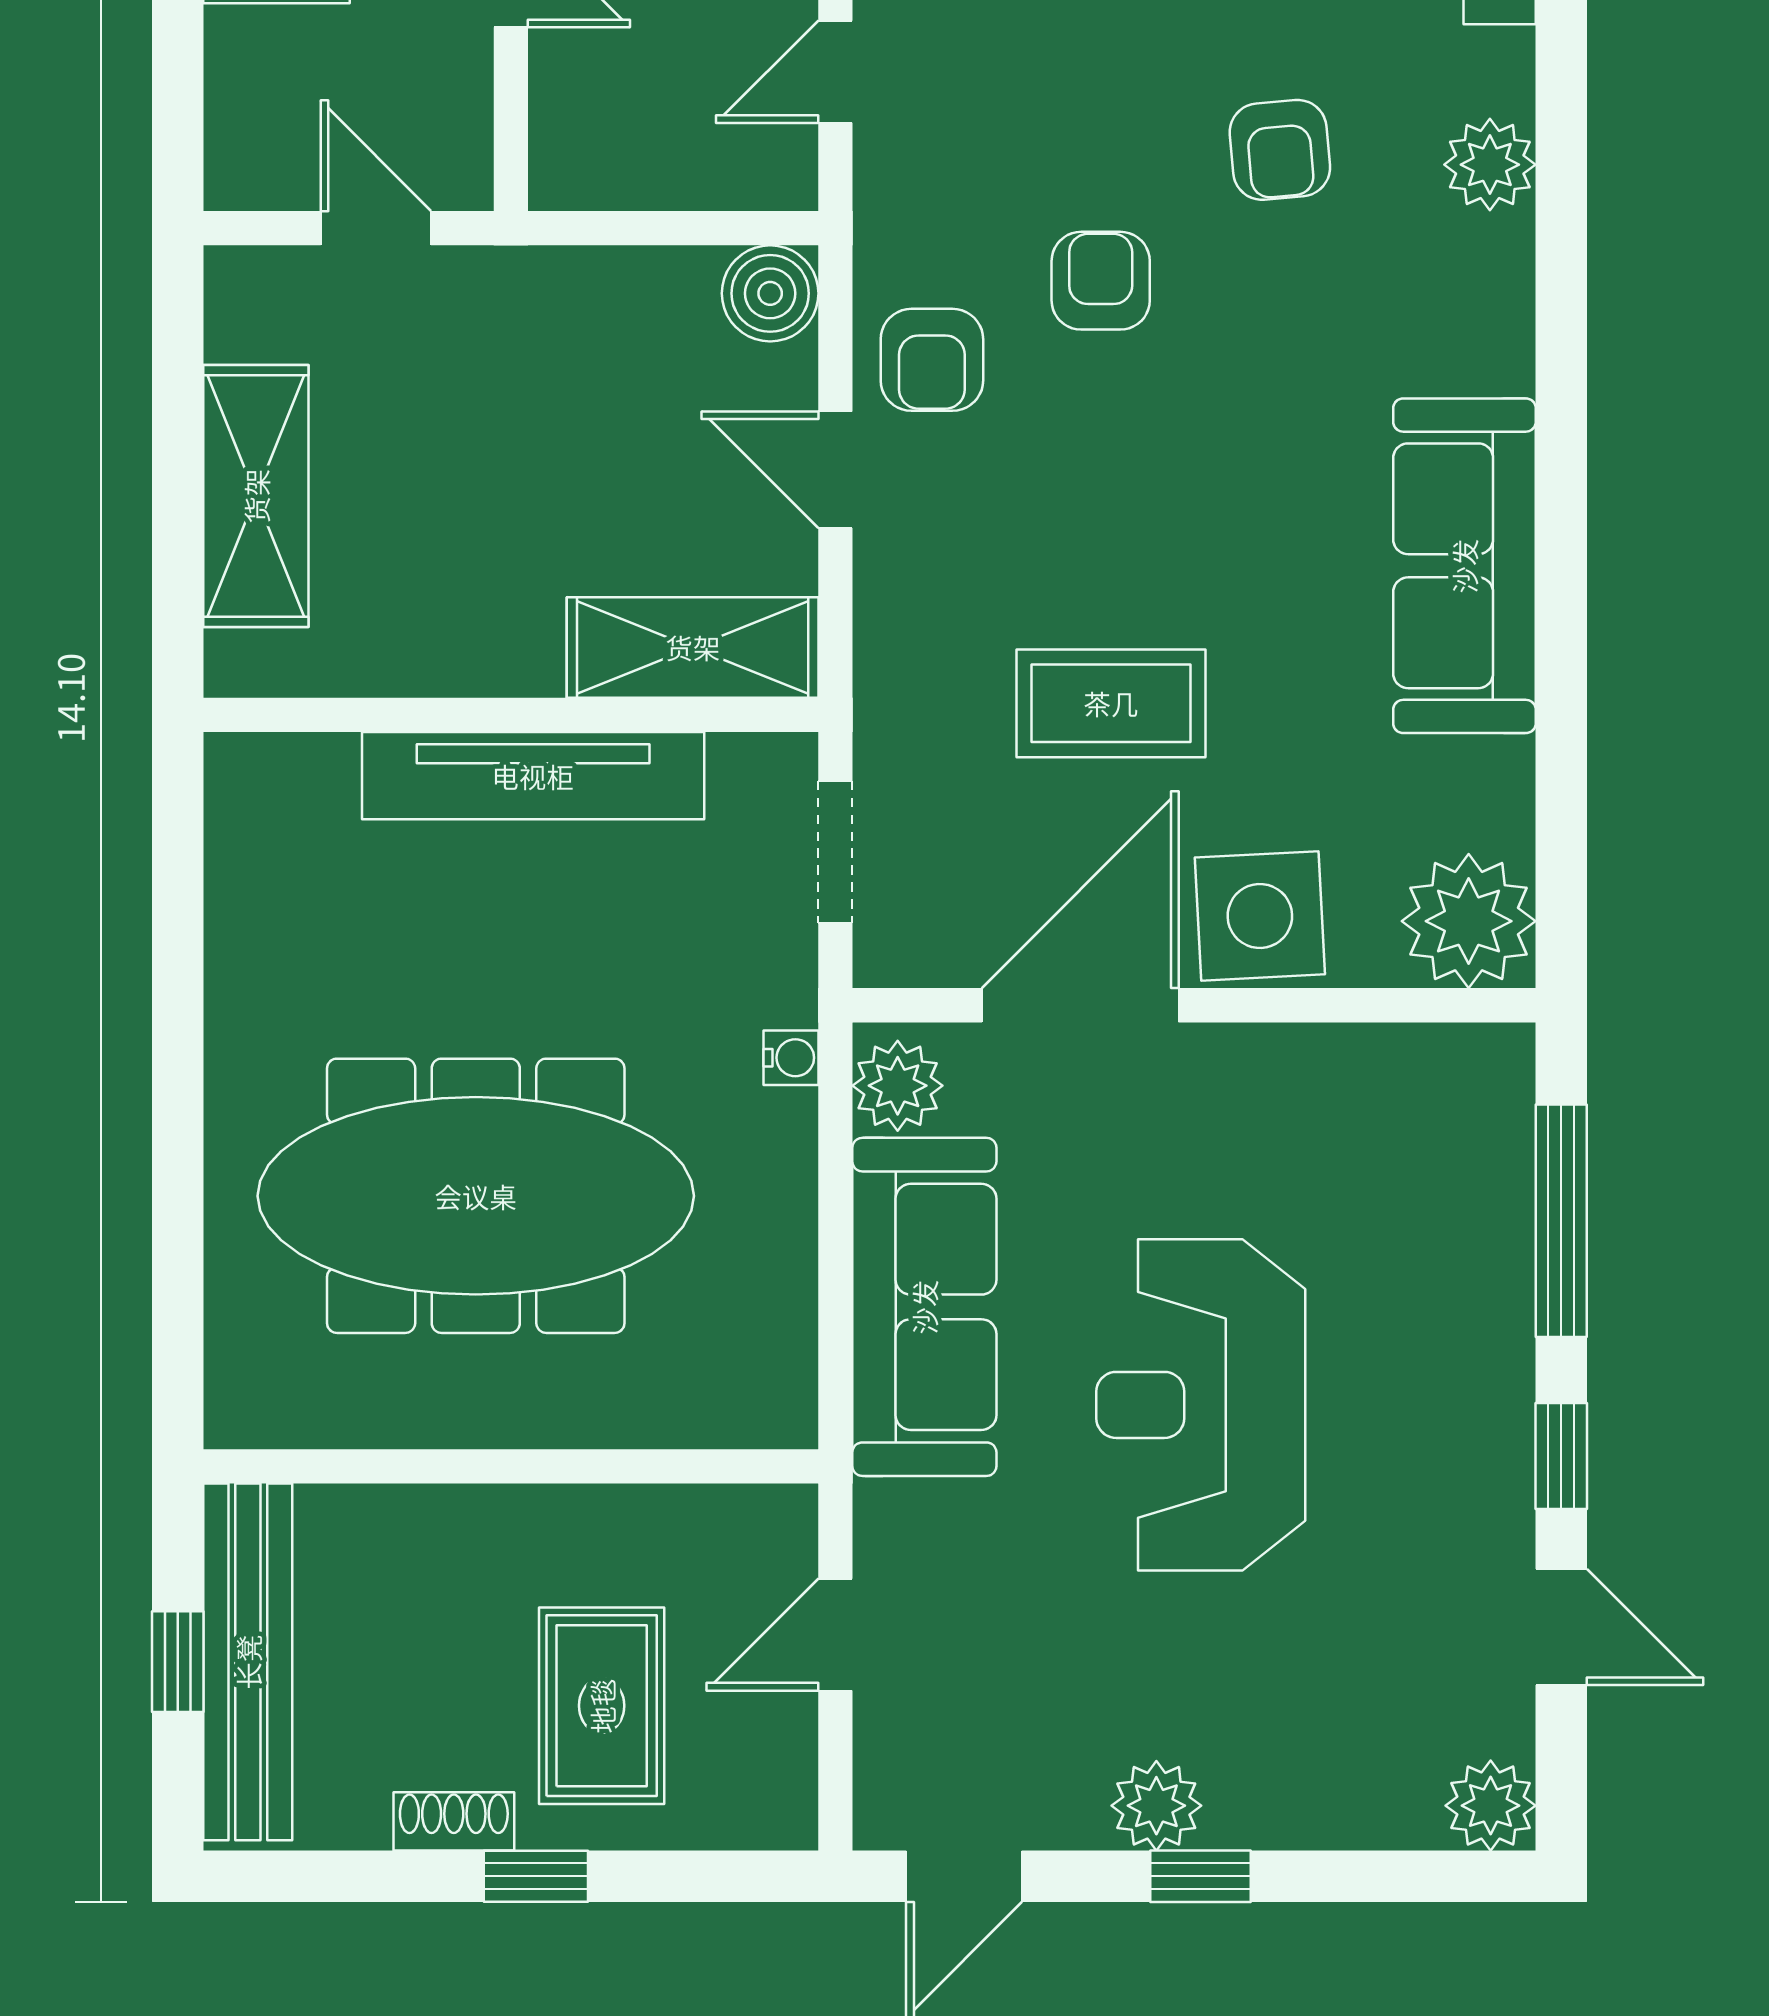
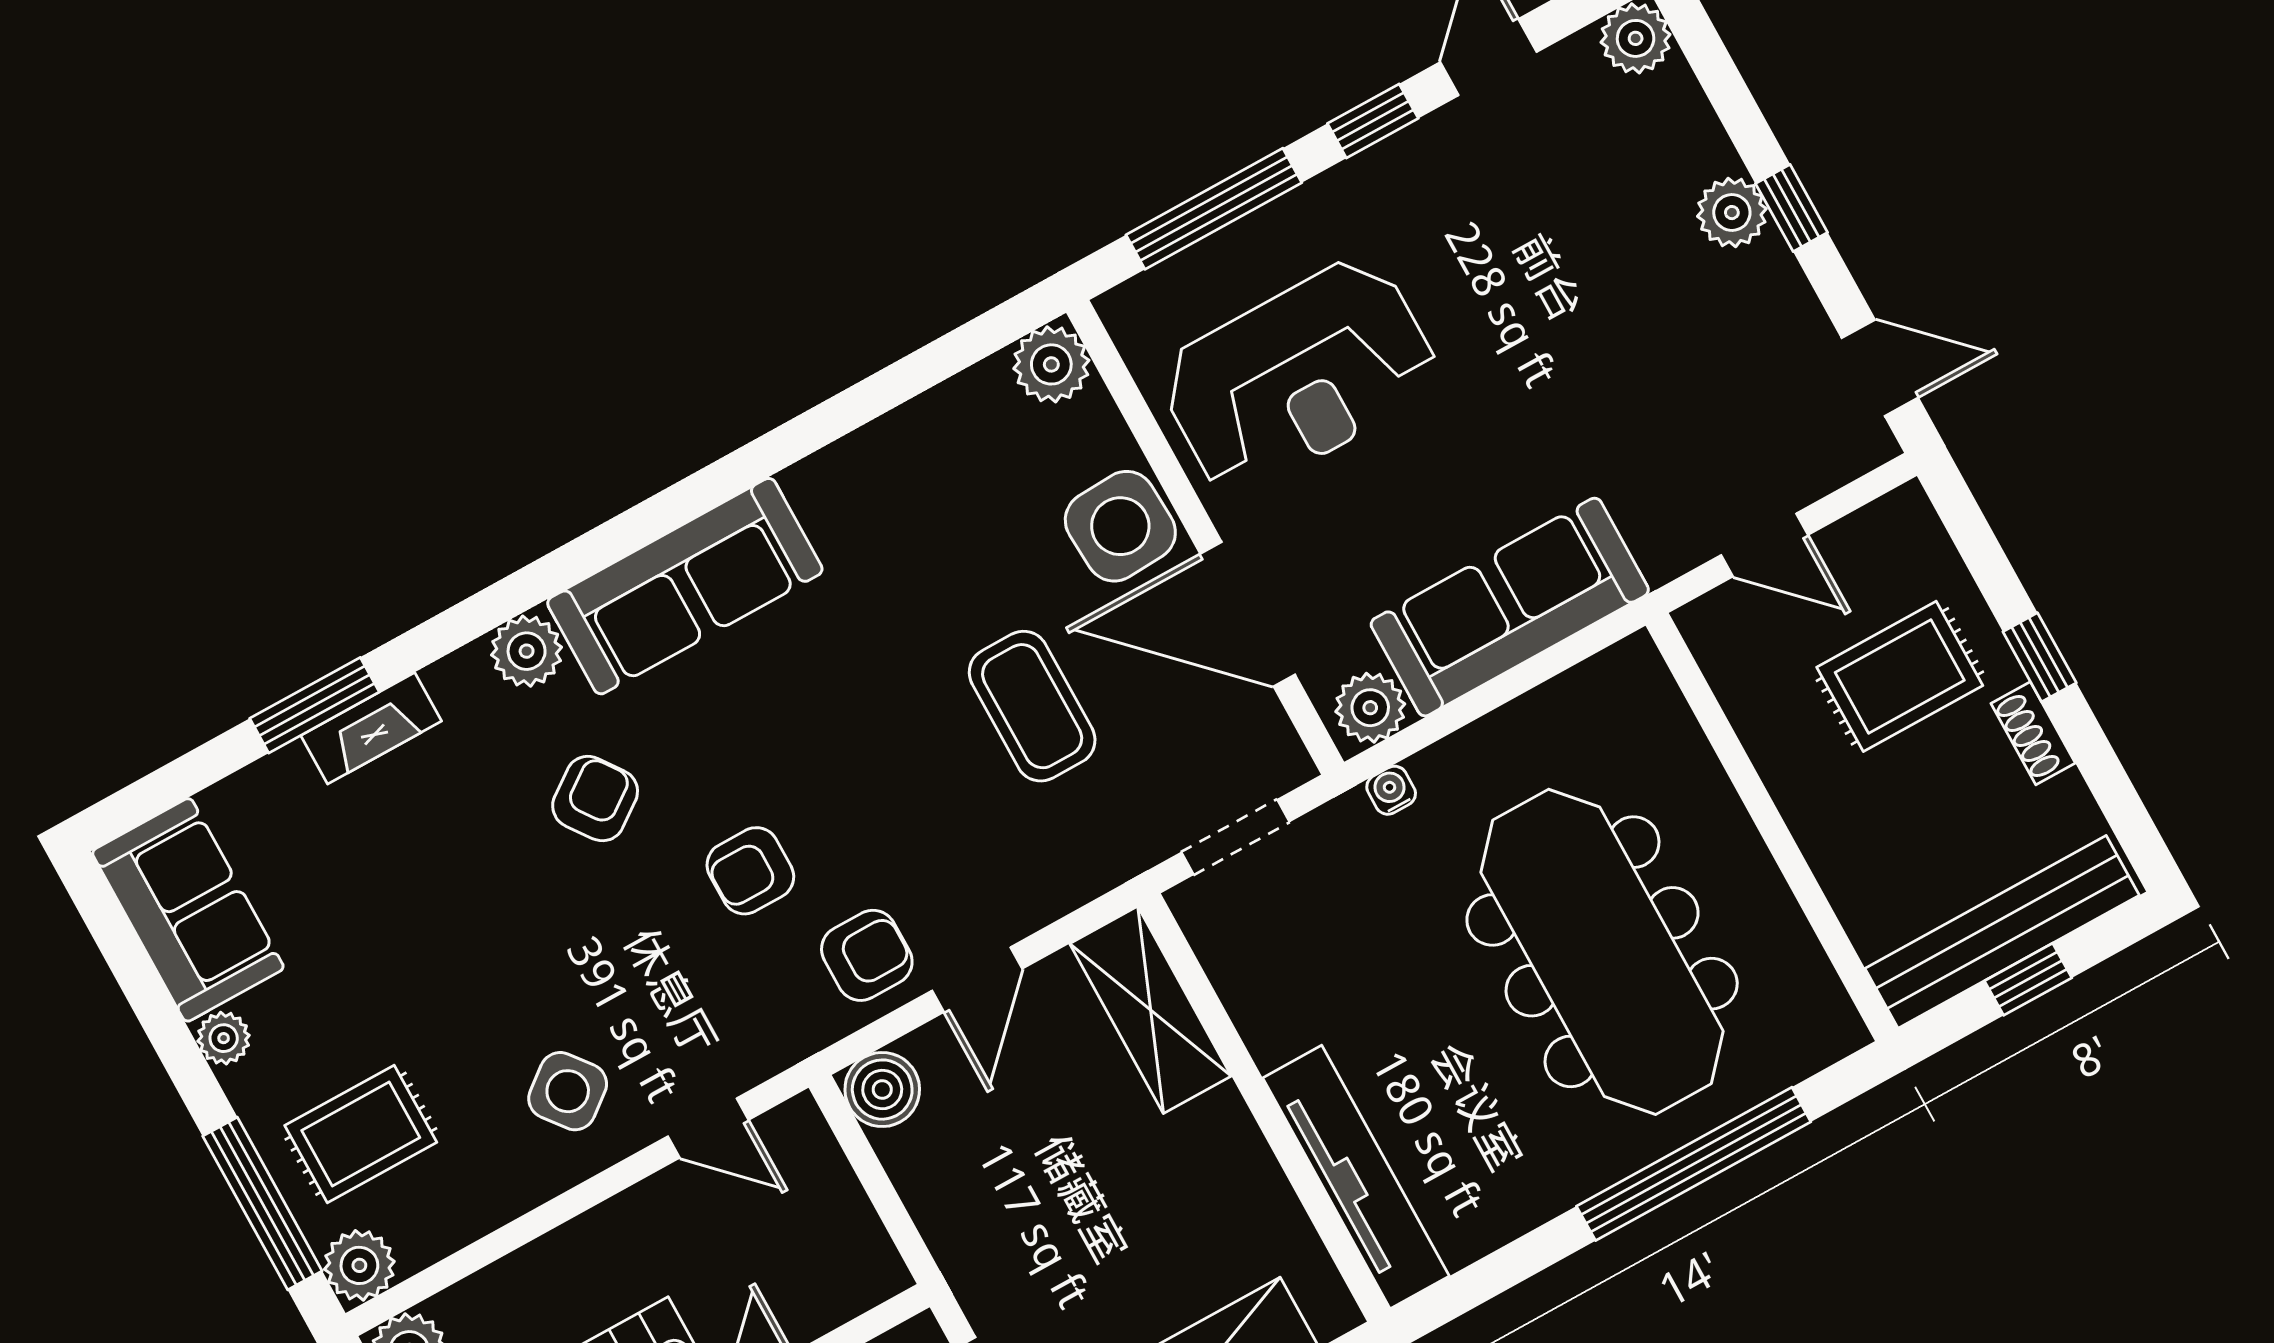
armchair: (1280, 150) -> (595, 799), turned -31
sofa: (1464, 566) -> (685, 586), moved
tv unit: (533, 776) -> (1356, 1177), moved
plant: (1469, 921) -> (1051, 364), width x0.73, depth x0.73
window: (178, 1167) -> (1694, 1164), added
reception desk: (1201, 1405) -> (1299, 376), moved
plant: (1156, 1806) -> (1732, 213), moved

